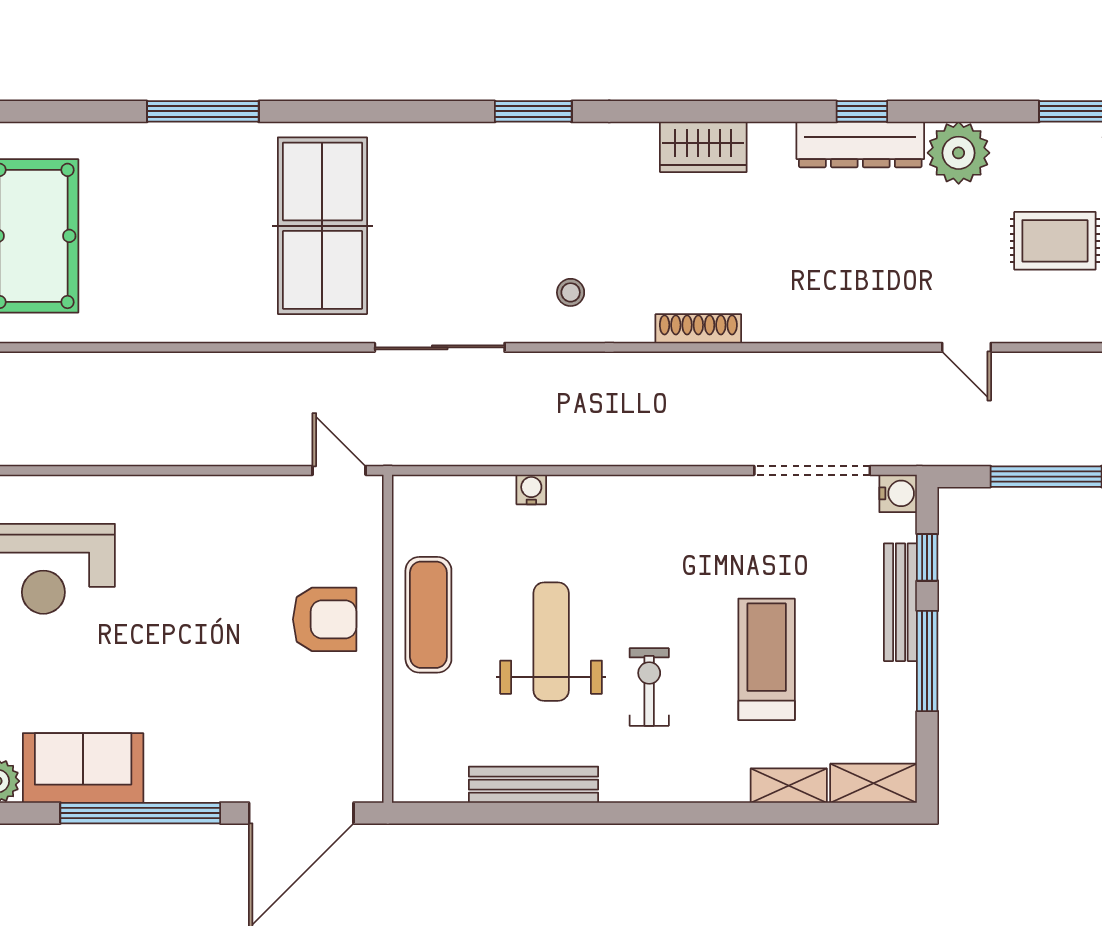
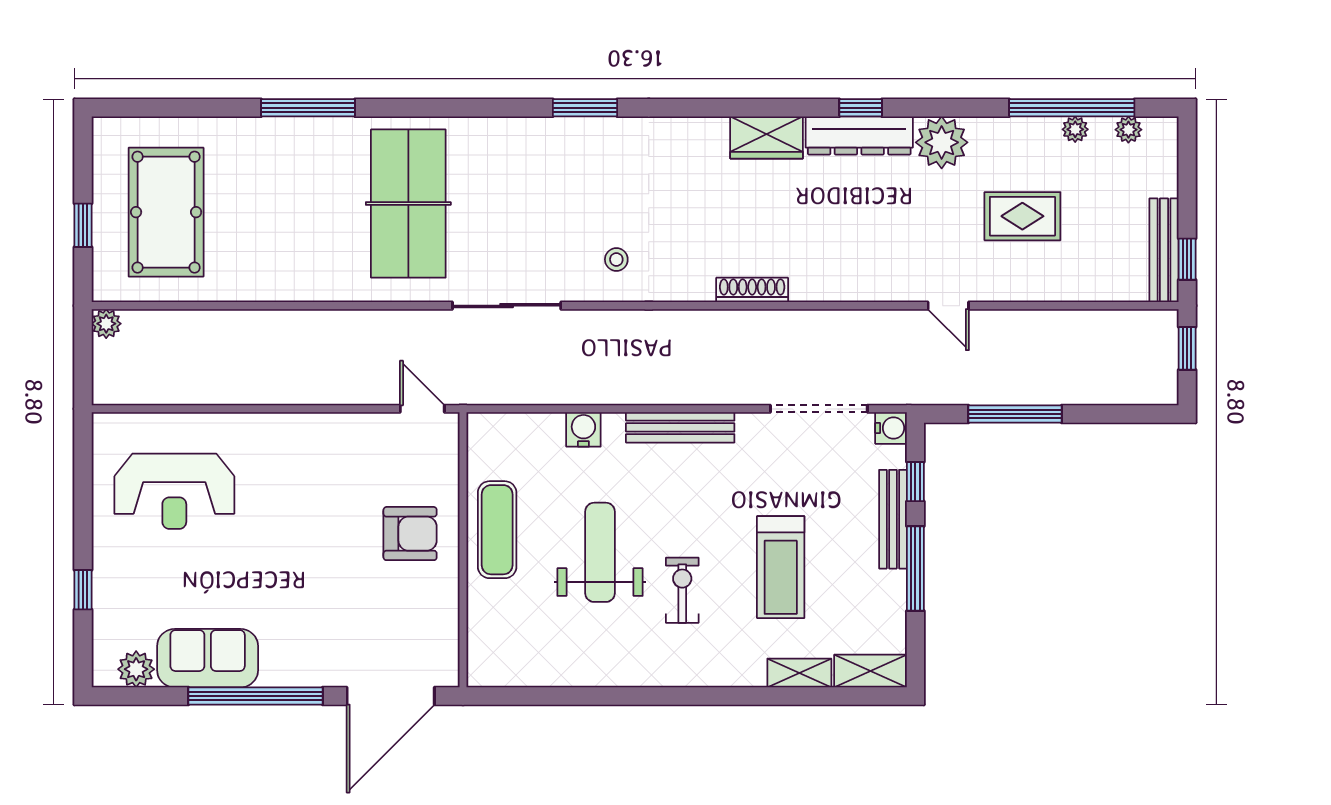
wardrobe: (703, 147) -> (767, 137), moved
shoe rack: (698, 329) -> (752, 290), moved
water cooler: (531, 489) -> (583, 429), width x1.38, depth x1.38
treadmill: (767, 659) -> (781, 567), turned 180
bench: (534, 785) -> (680, 427), moved

